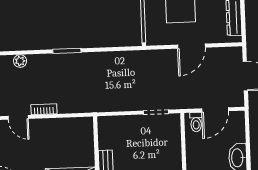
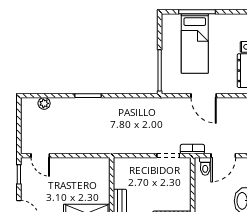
door: (191, 46) -> (204, 96), hinge flipped
bookcase: (44, 109) -> (192, 149), moved

